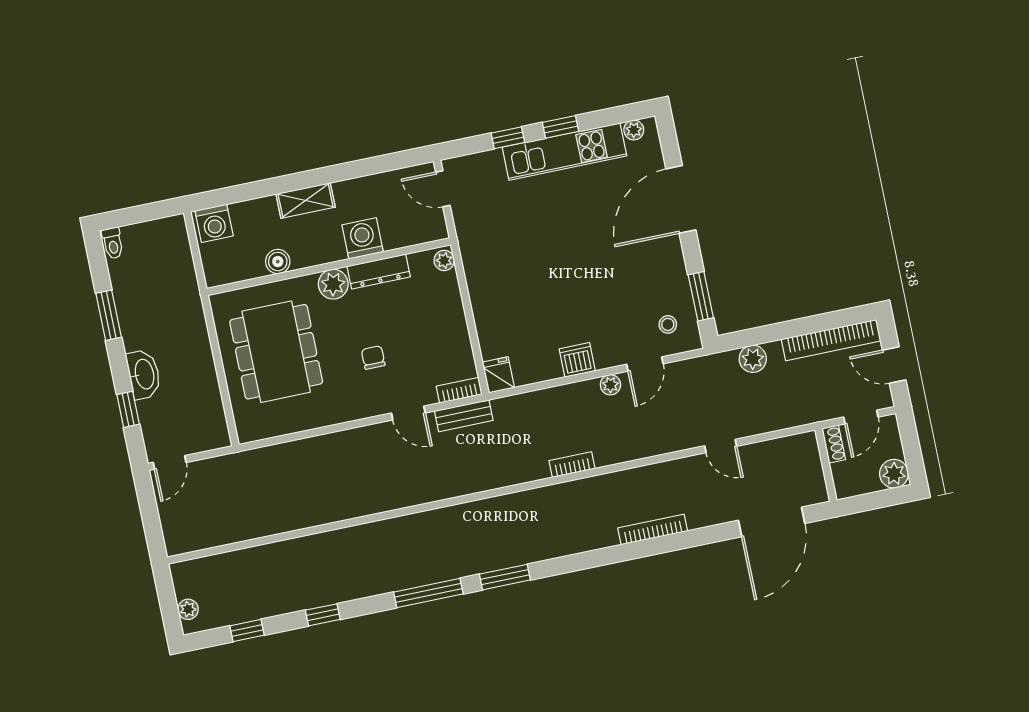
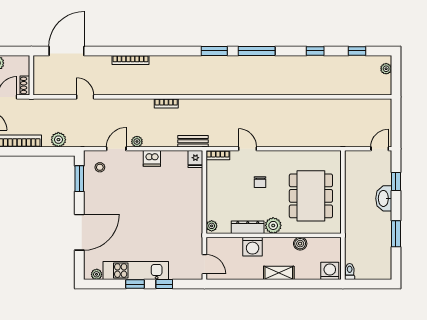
toilet: (113, 243) -> (350, 272), moved
bench: (464, 416) -> (193, 141), moved

